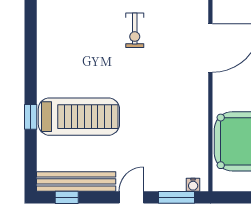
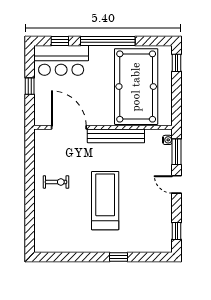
treadmill: (79, 117) -> (105, 201), moved
bench: (76, 181) -> (116, 136), moved, turned 90

